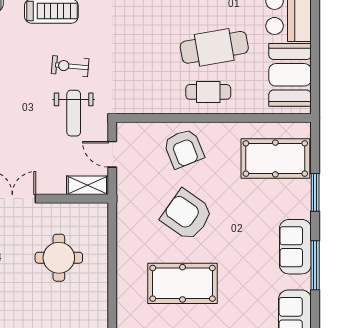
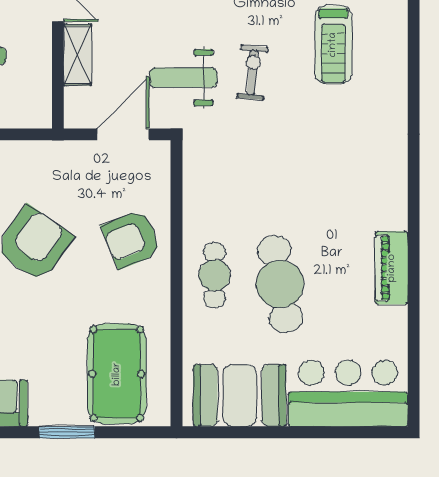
door: (112, 154) -> (123, 134), width x1.38
shelving: (87, 185) -> (78, 55), moved

